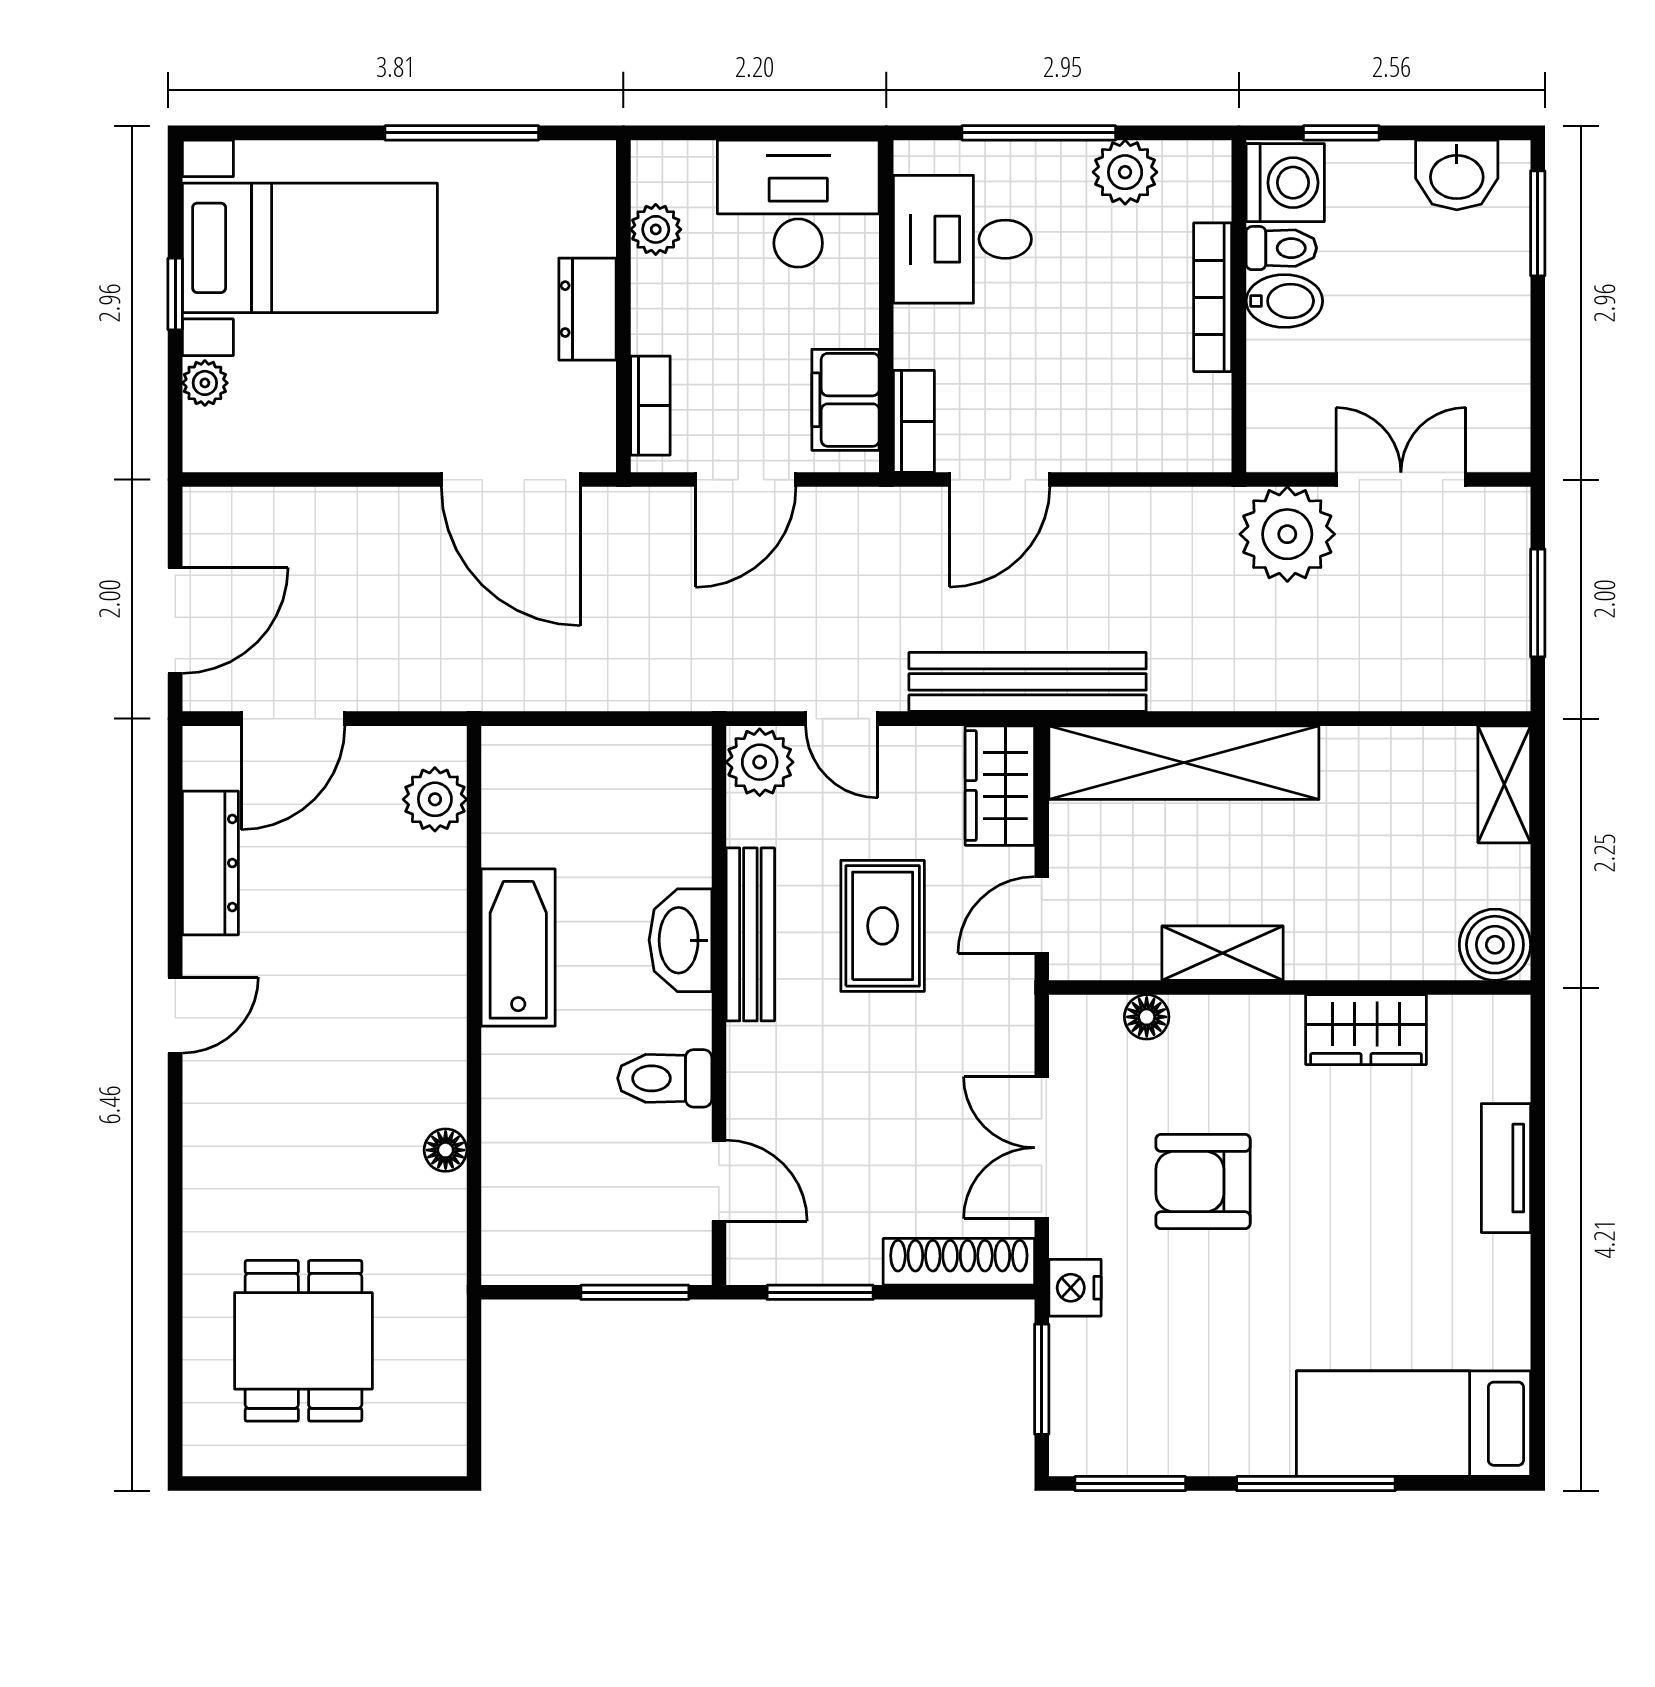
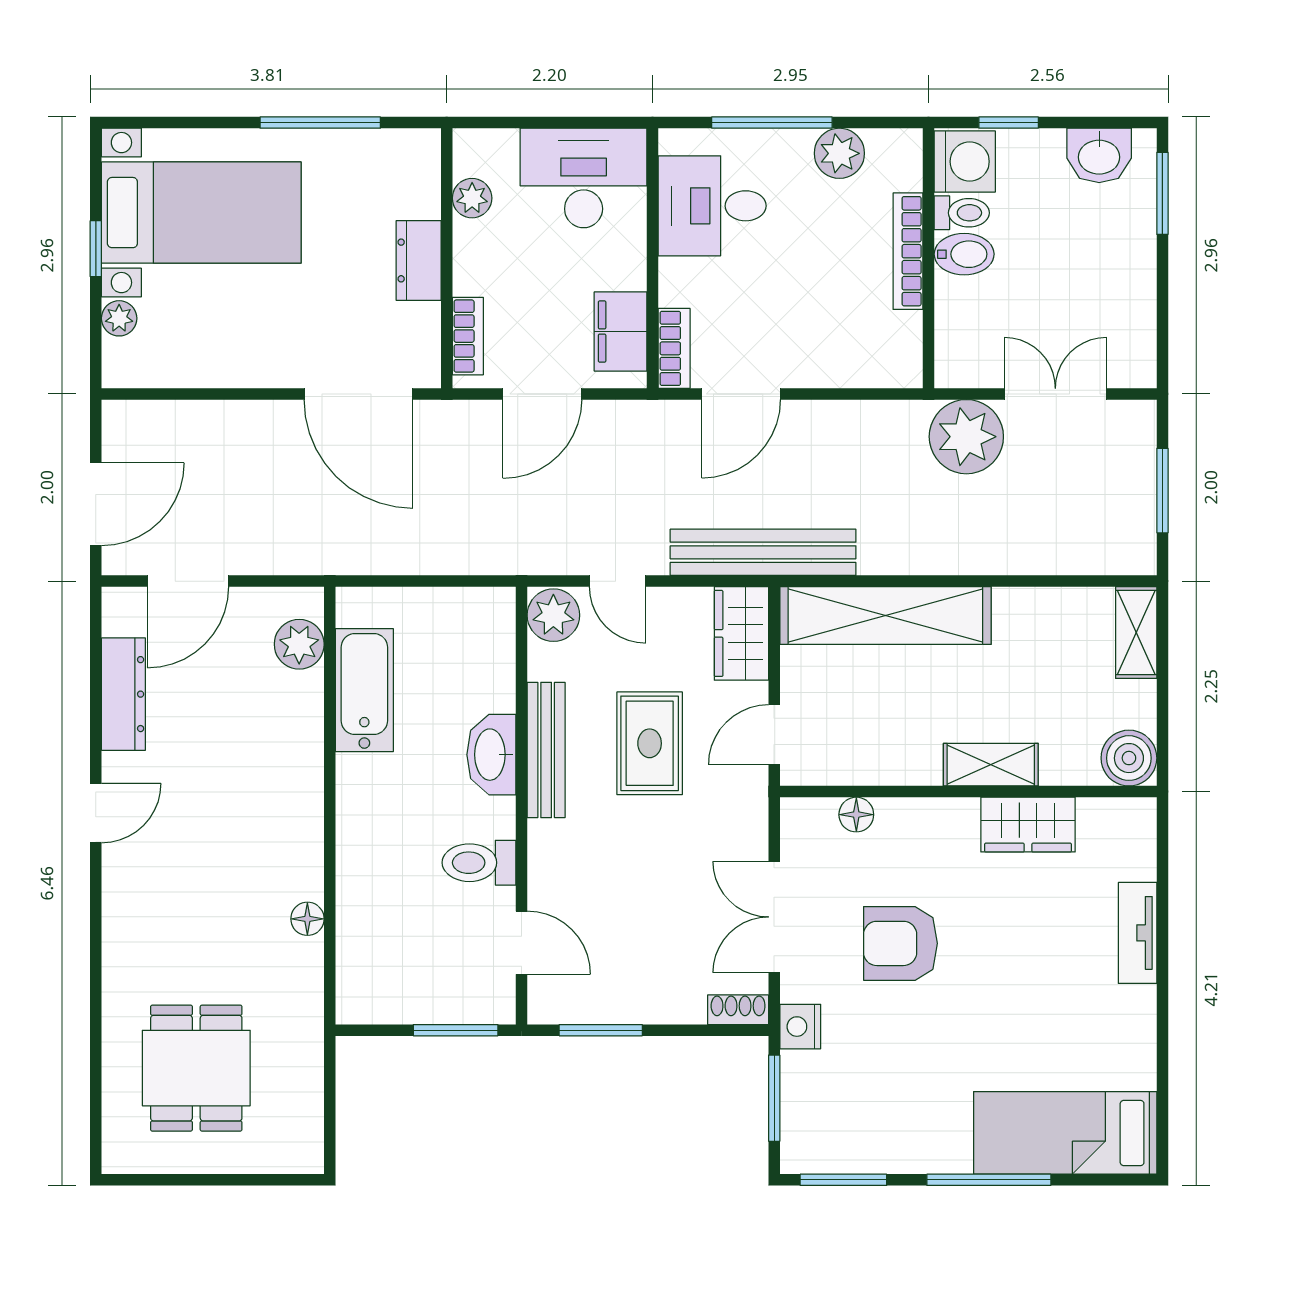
bathtub: (518, 947) -> (364, 690), moved
shelving: (1223, 953) -> (991, 765), moved
shoe rack: (959, 1262) -> (738, 1010), width x0.51, depth x0.81

